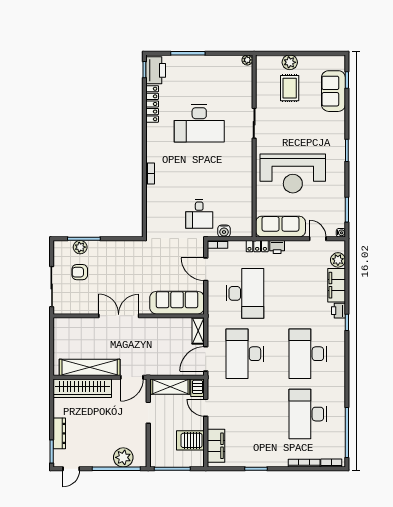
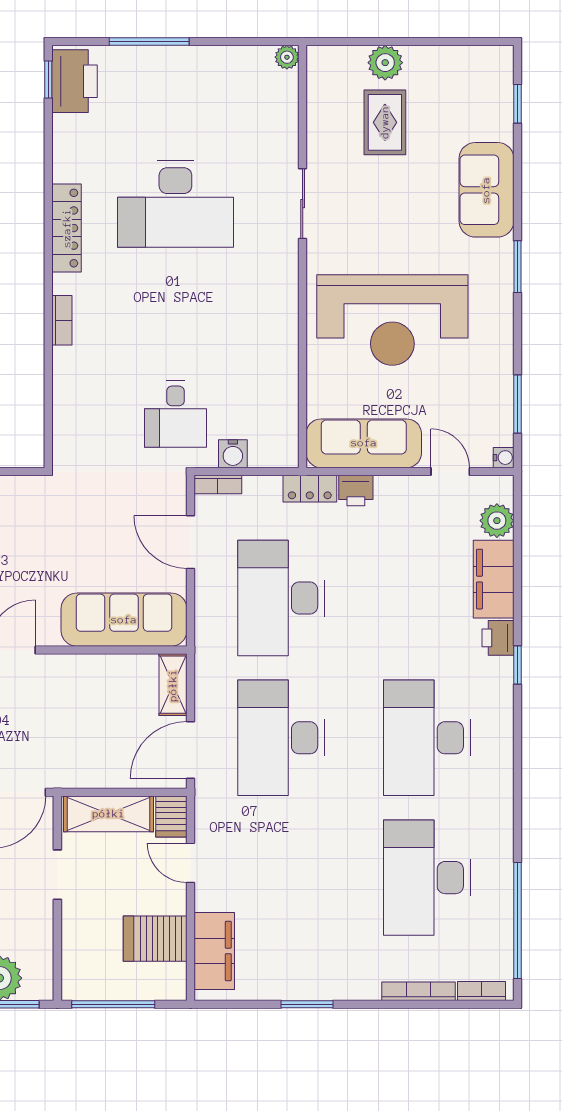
sofa: (333, 91) -> (486, 190), moved
locker: (152, 104) -> (67, 228), moved
desk: (245, 293) -> (281, 598), turned 180

